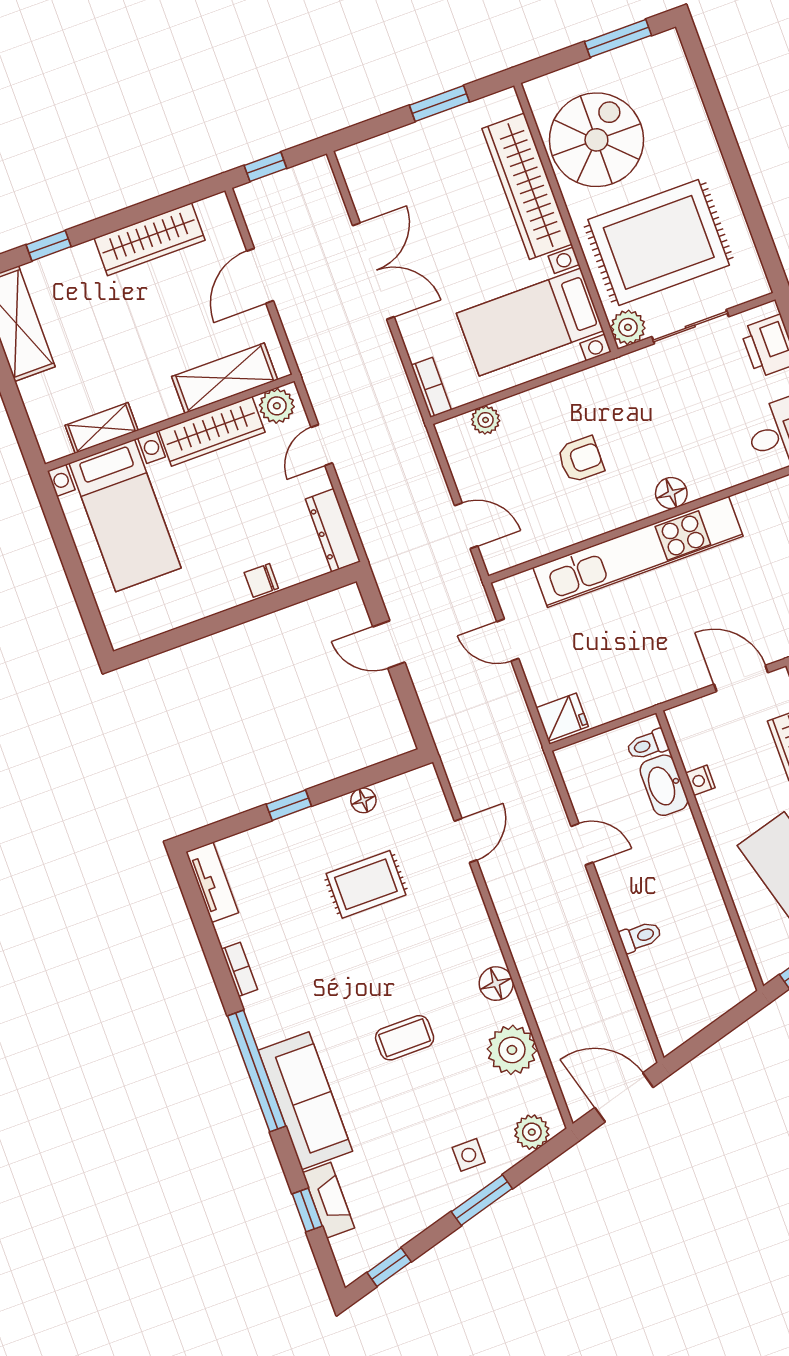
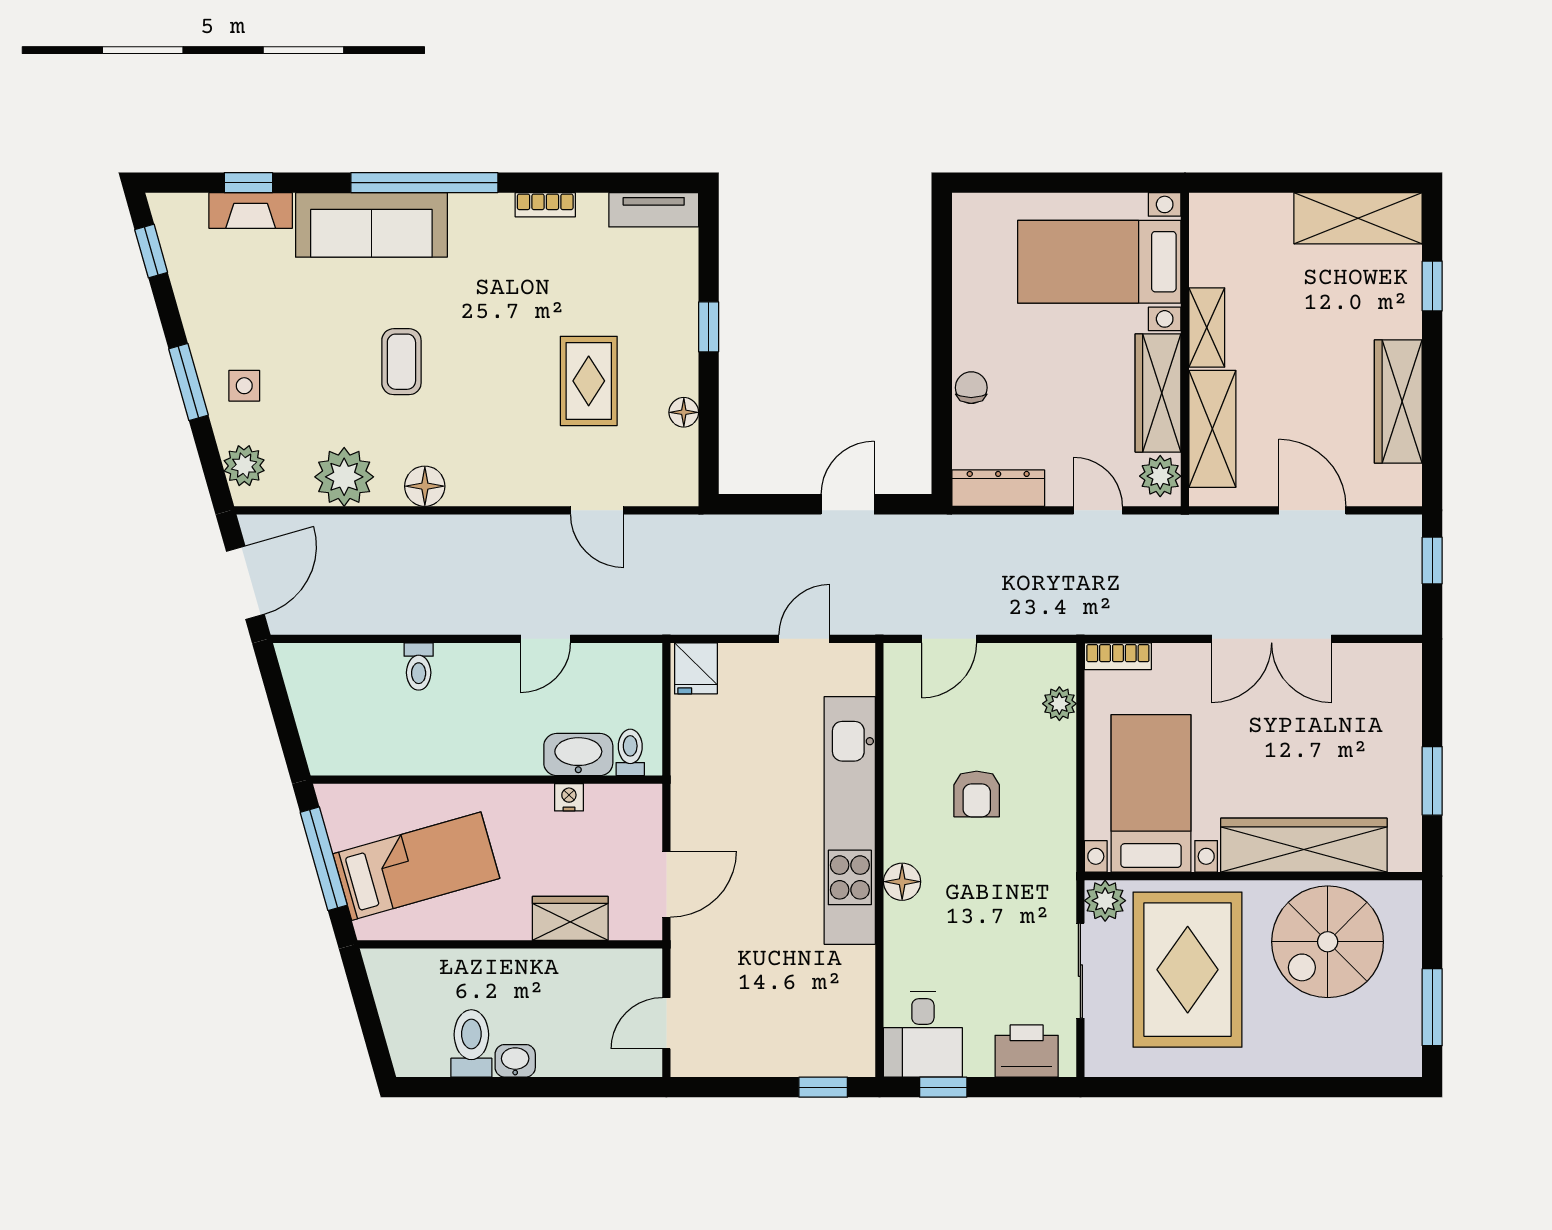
spiral stairs: (596, 140) -> (1328, 942), turned 90
shelving: (102, 428) -> (1207, 328), moved

